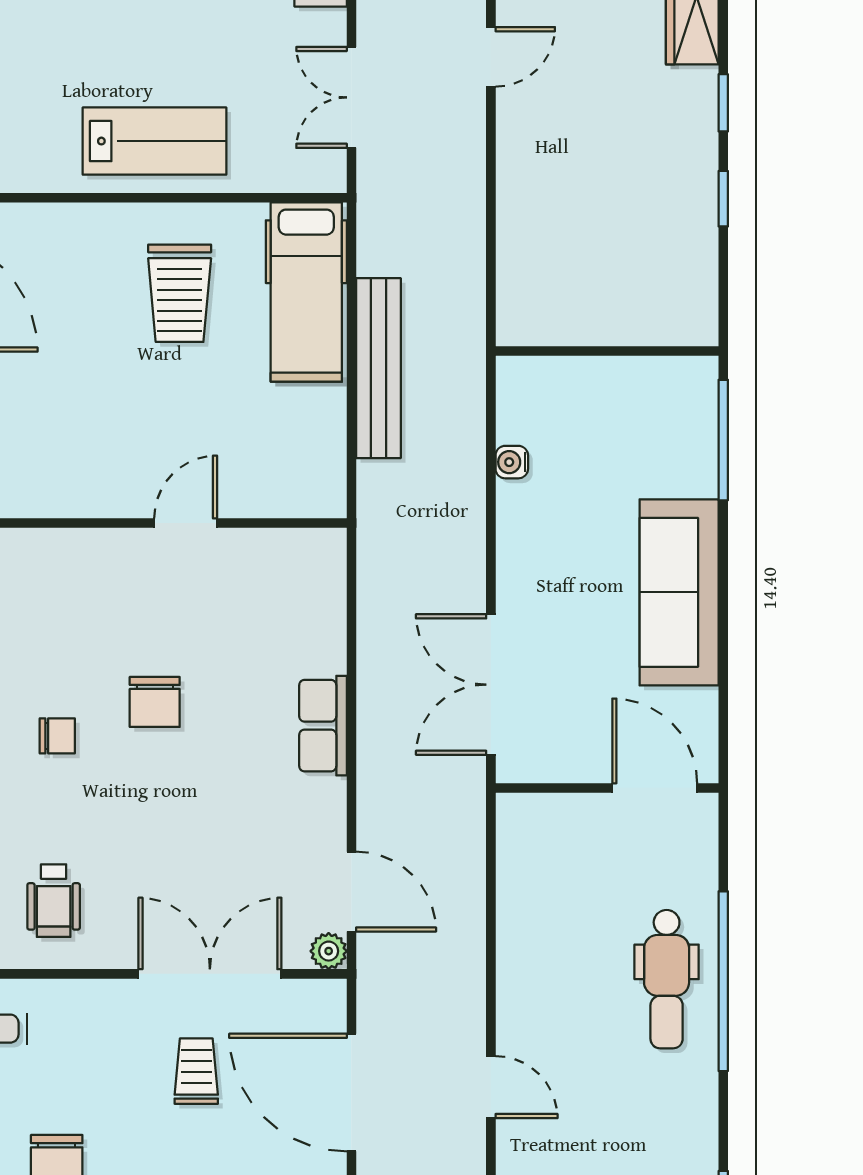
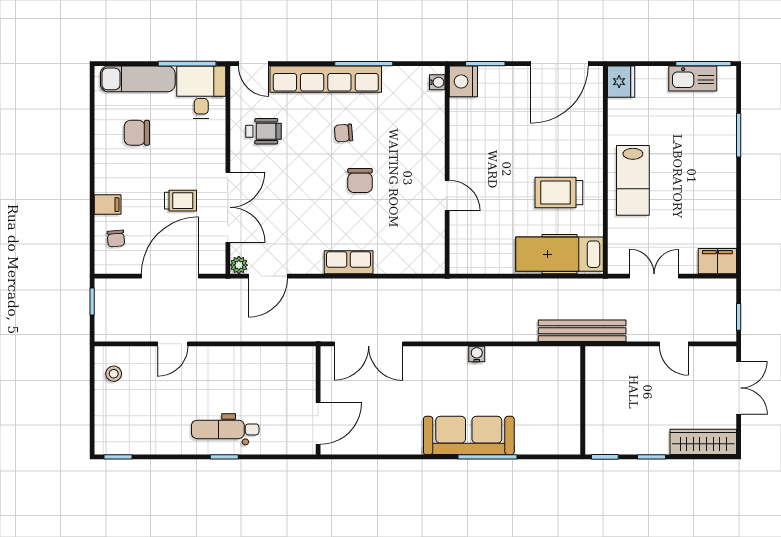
wall: (607, 351) -> (583, 400), moved
bench: (378, 368) -> (582, 331), moved
sofa: (679, 592) -> (469, 435), moved
double door: (491, 685) -> (369, 344), swing flipped
chair: (155, 702) -> (360, 180), turned -90
chair: (57, 736) -> (344, 133), turned 85
wheelchair: (54, 901) -> (263, 131), turned 180
window: (723, 981) -> (224, 457), width x0.32

